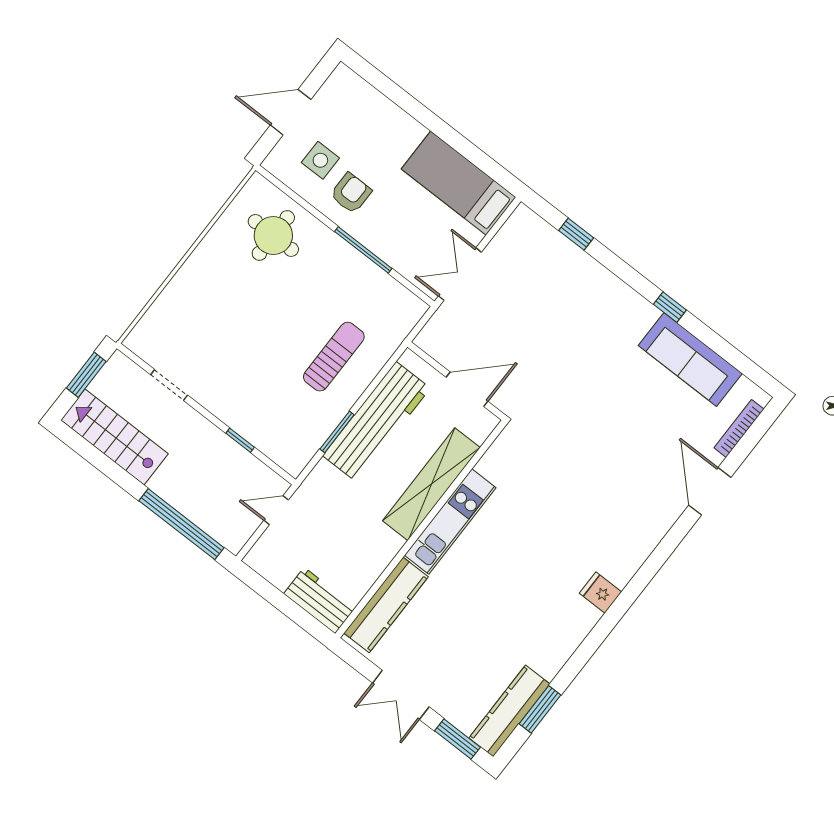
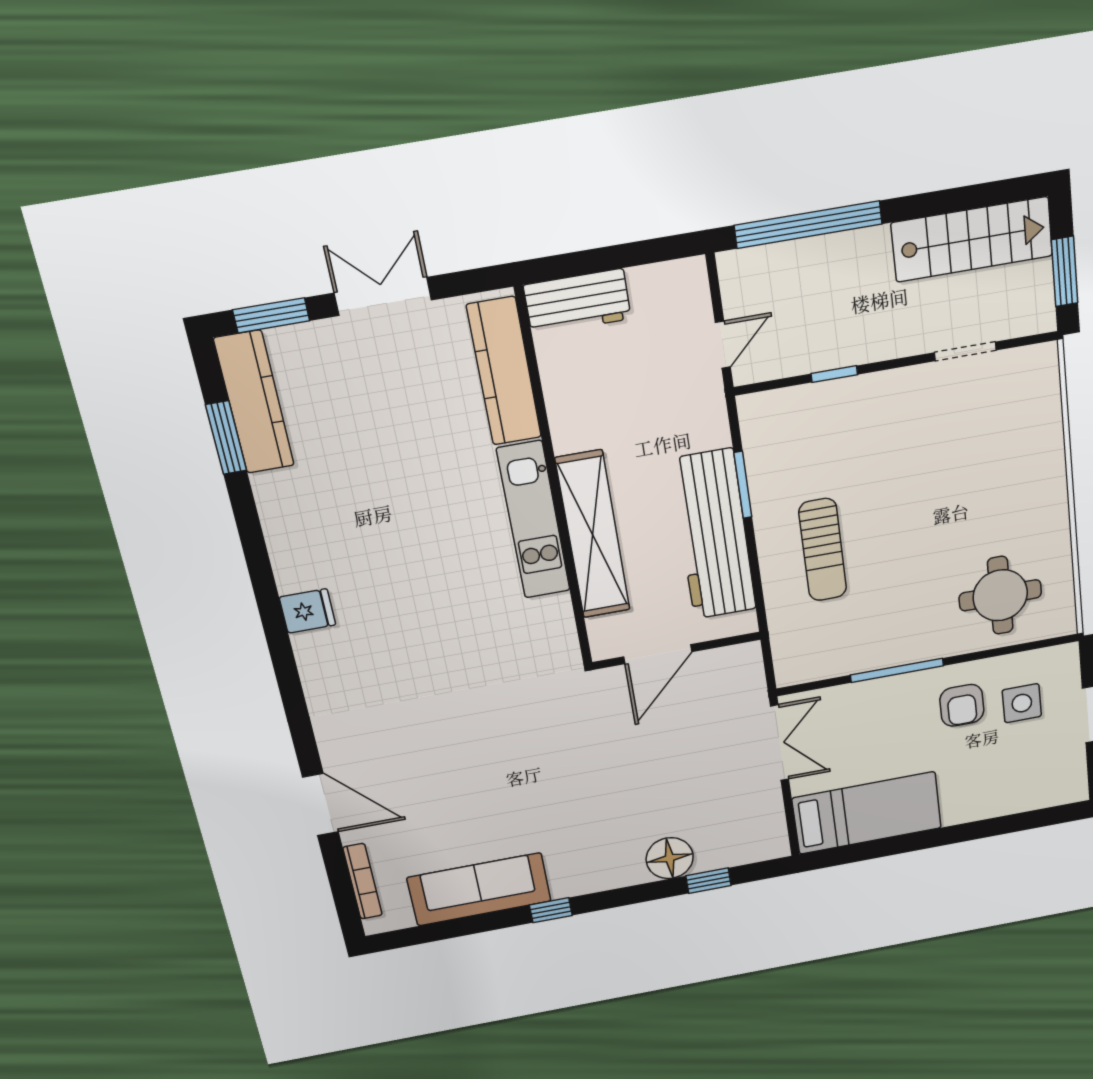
floor lamp: (581, 270) -> (670, 858), added

